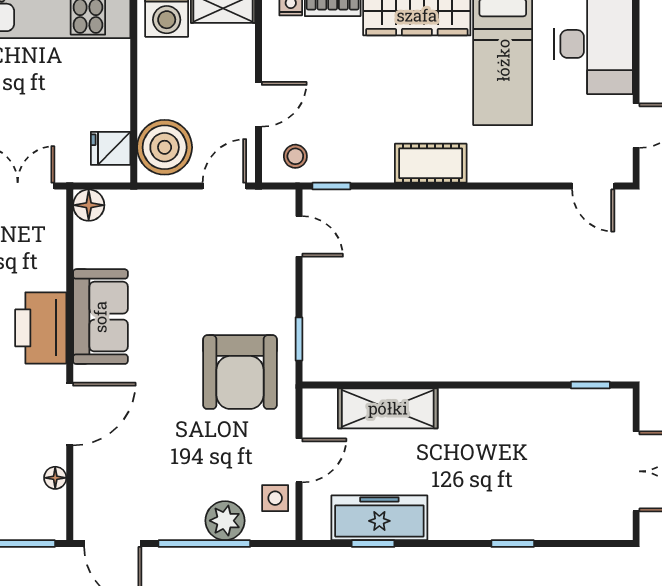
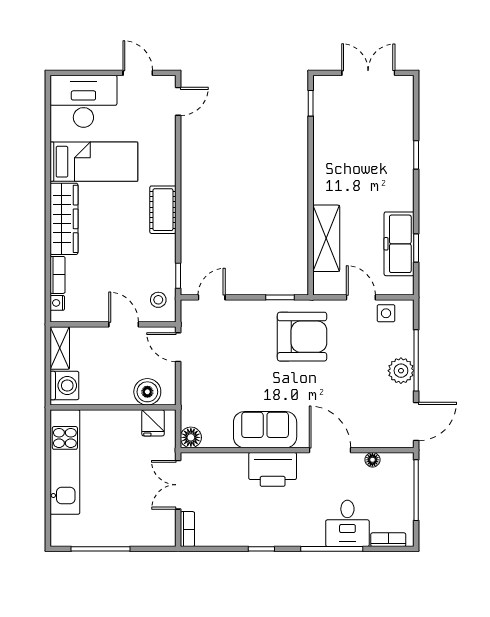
boiler: (165, 147) -> (147, 392), width x0.73, depth x0.73
plant: (225, 521) -> (401, 371), moved

